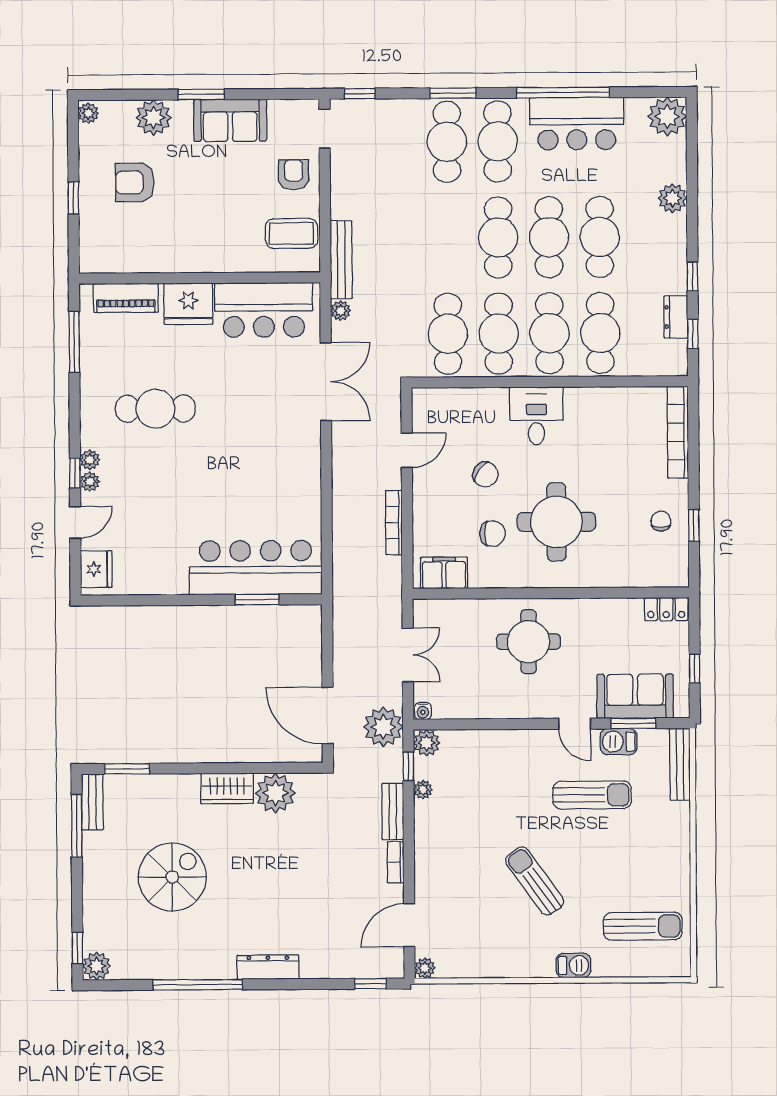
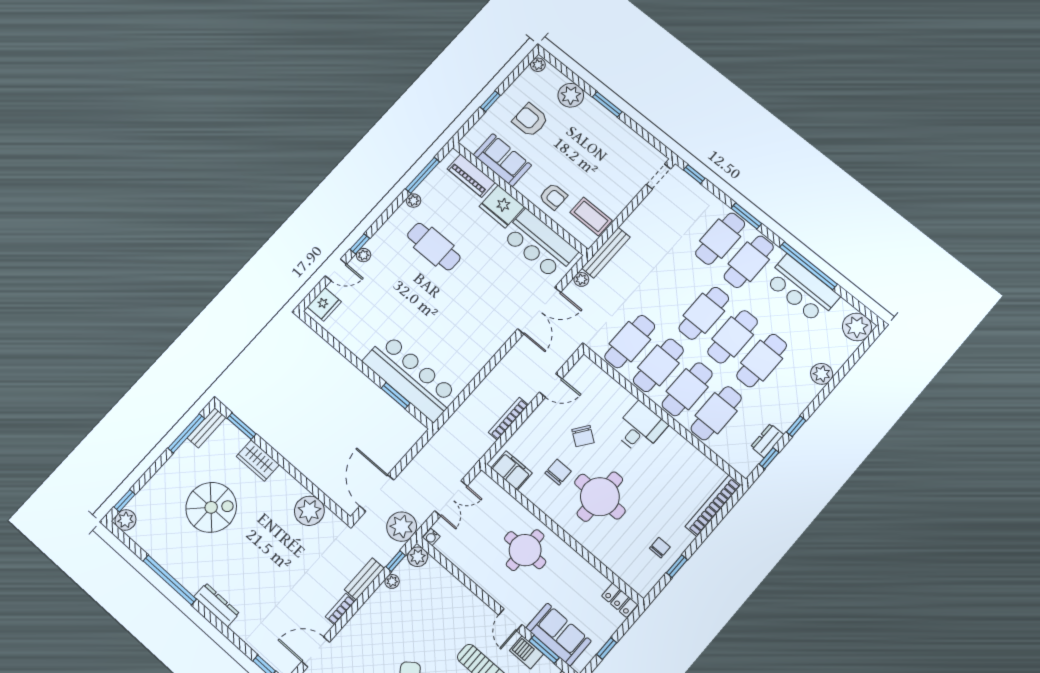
sofa: (230, 120) -> (502, 160), moved, turned 180
armchair: (294, 175) -> (553, 196), moved, turned 90
plant: (90, 460) -> (413, 201), moved
chair: (493, 534) -> (558, 472), turned -90
wardrobe: (227, 788) -> (258, 460), moved

